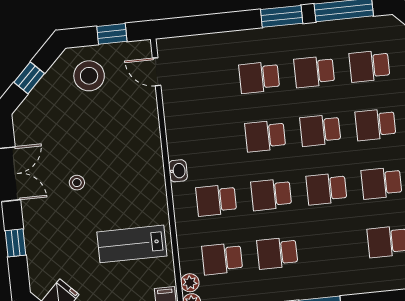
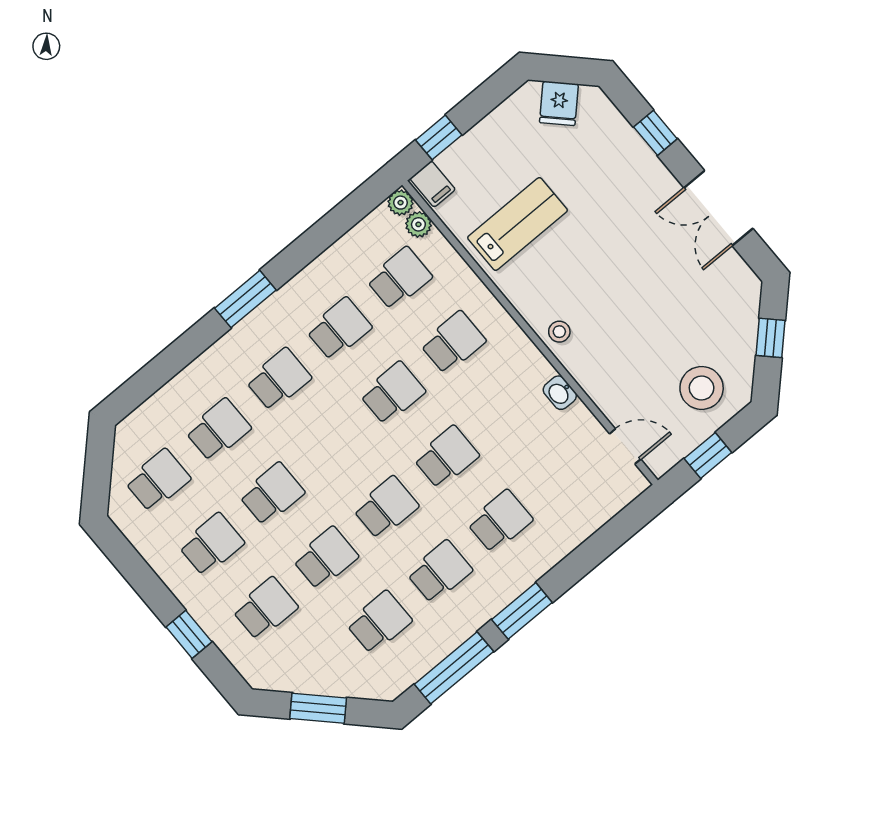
washbasin: (178, 171) -> (560, 393), moved
stool: (77, 183) -> (559, 332), moved
school desk: (326, 189) -> (279, 379), moved

